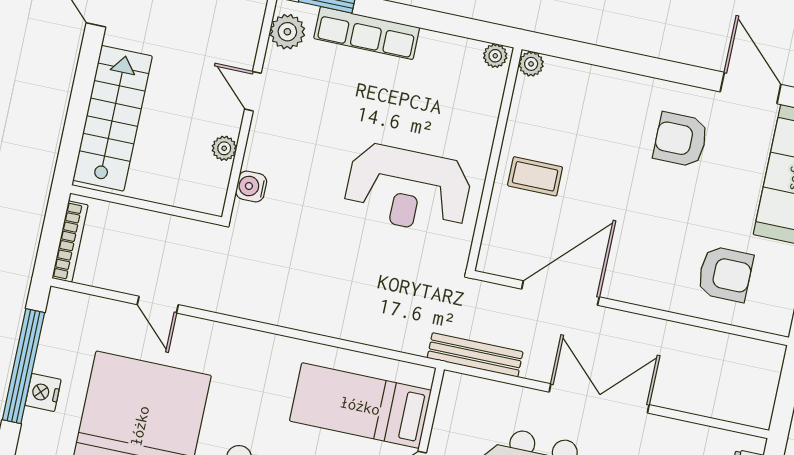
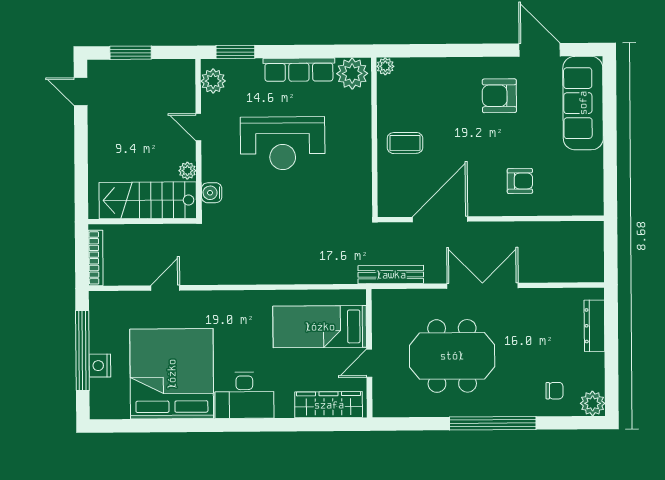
row of seats: (367, 33) -> (299, 70), moved
plant: (495, 56) -> (352, 74), width x1.88, depth x1.88
stairs: (113, 118) -> (148, 200), moved, turned -90
reception desk: (408, 189) -> (283, 143), moved
armchair: (725, 274) -> (520, 181), moved, width x0.72, depth x0.72
door: (158, 305) -> (165, 288), swing flipped

